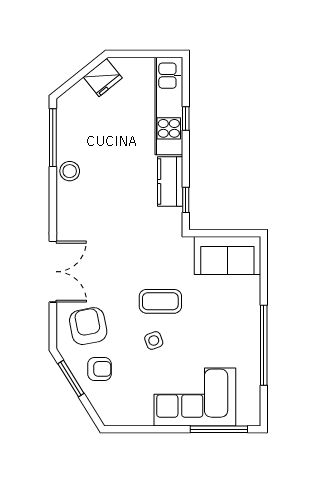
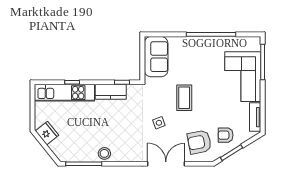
side table: (154, 340) -> (159, 123), moved
armchair: (100, 369) -> (226, 135), turned -90
tv unit: (129, 417) -> (255, 117), added

